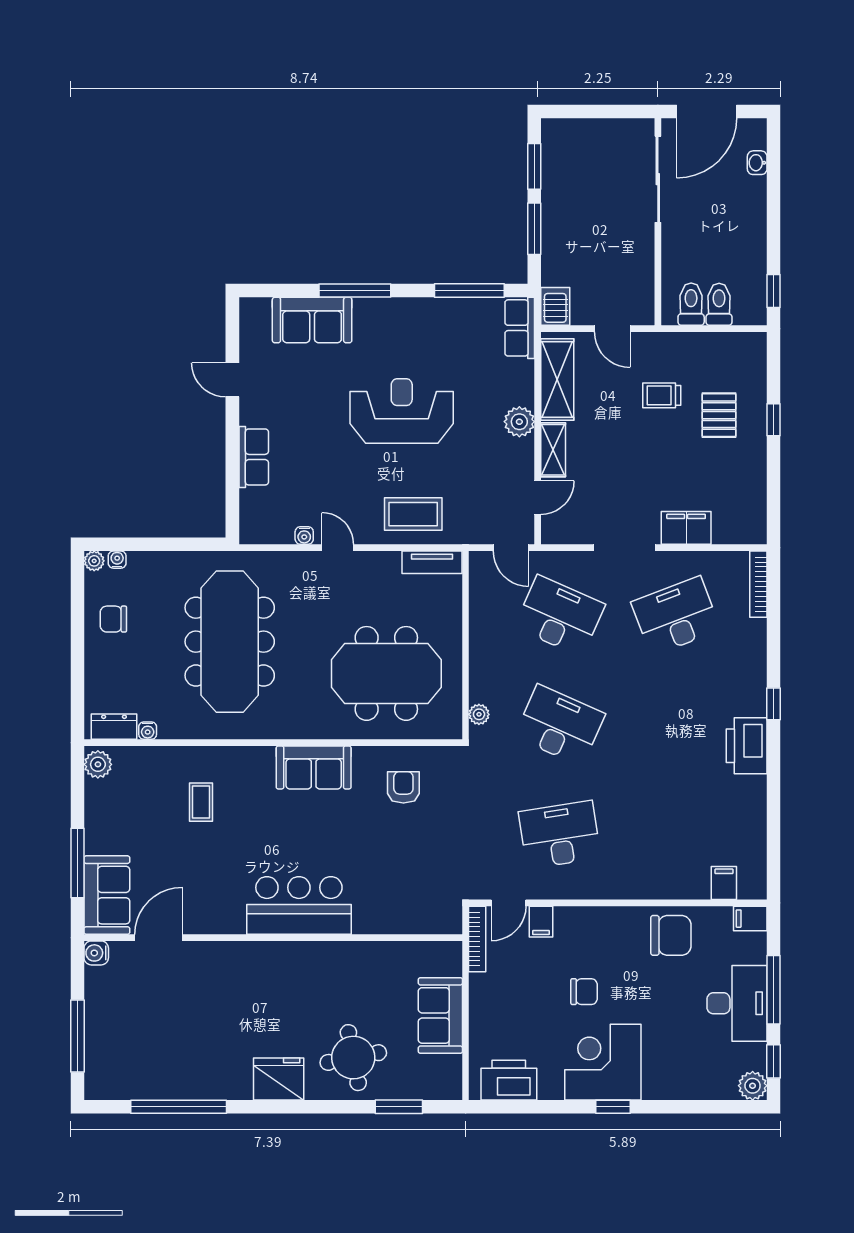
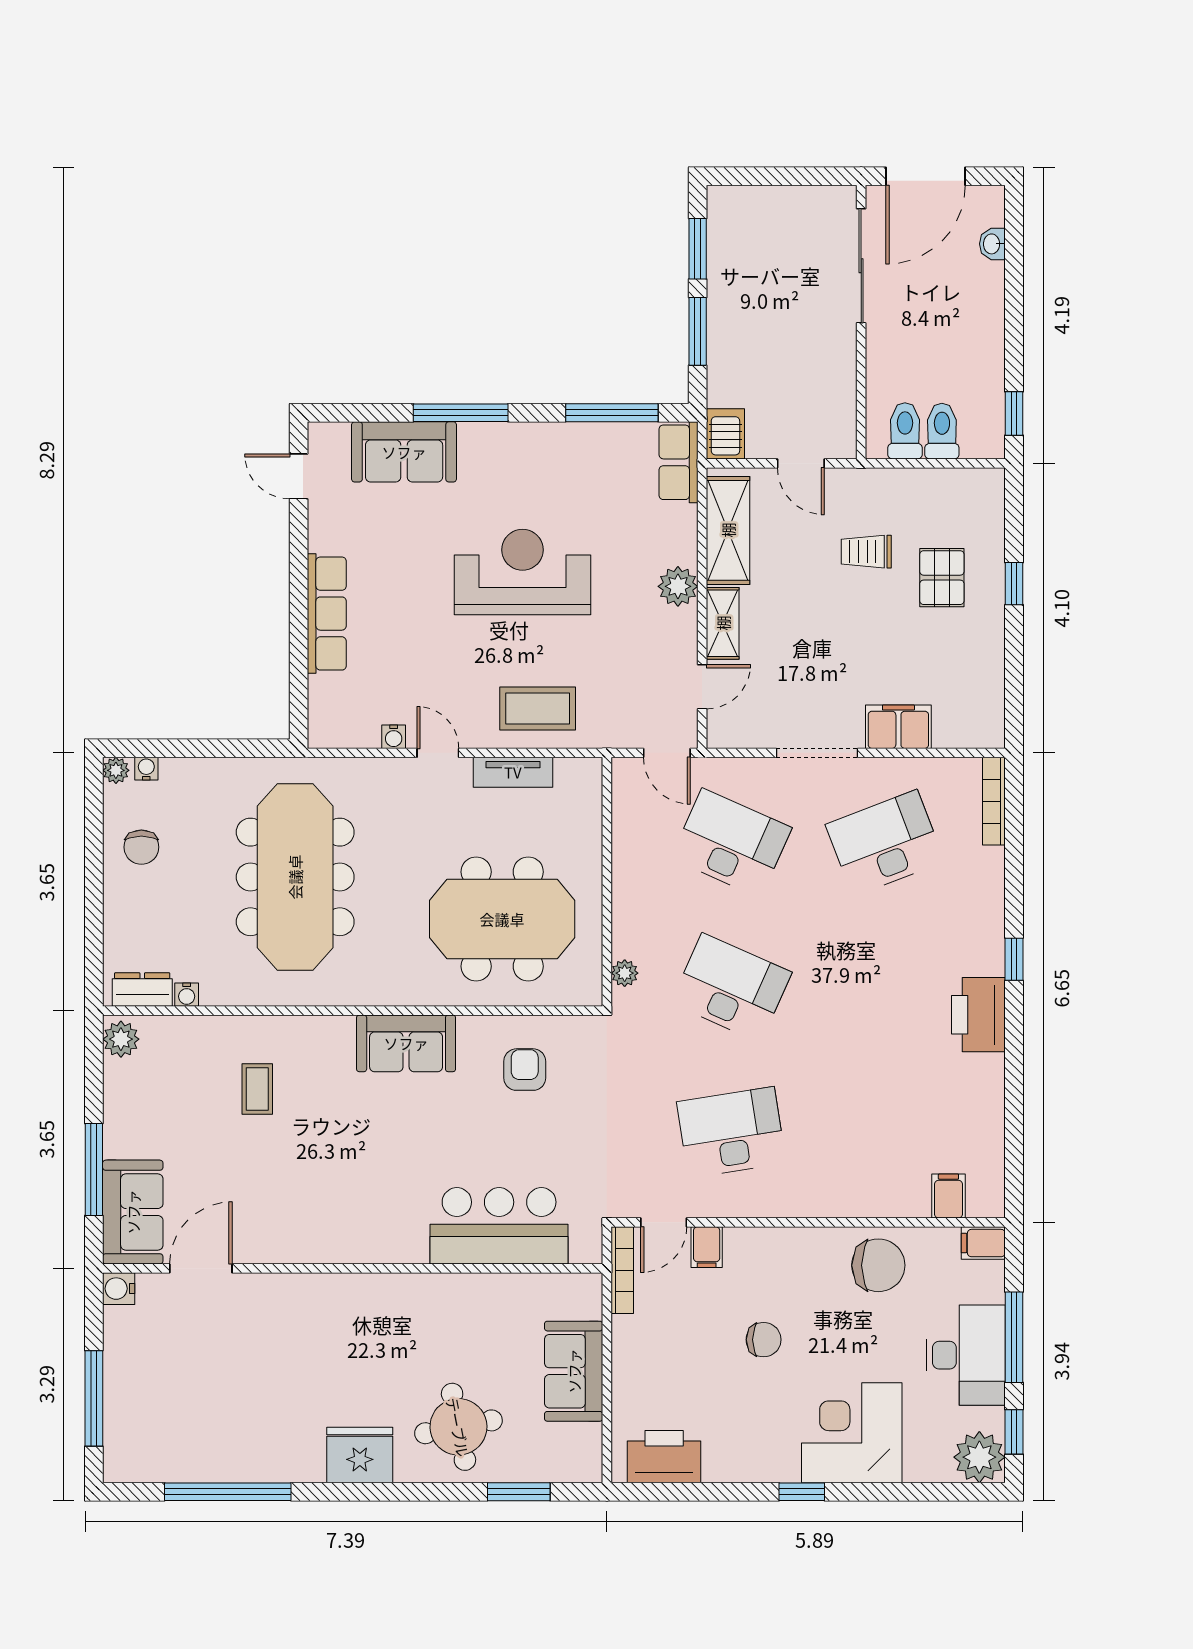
door: (232, 380) -> (299, 476), moved
row of seats: (254, 457) -> (327, 614), width x1.48
tv unit: (432, 562) -> (513, 772), moved
chair: (113, 619) -> (141, 847), turned -90
bar counter: (299, 905) -> (499, 1226), moved
corner desk: (603, 1062) -> (852, 1433), moved
plant: (753, 1086) -> (979, 1457), width x1.36, depth x1.36

